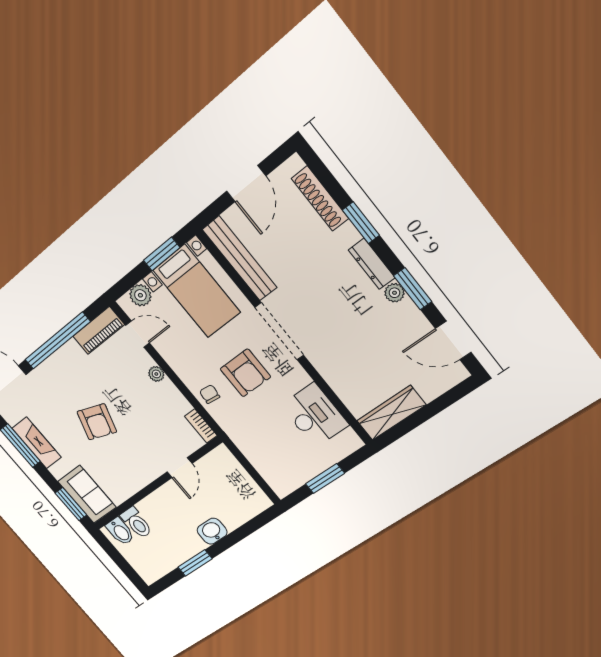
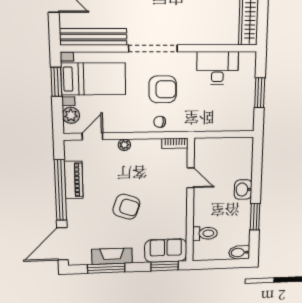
piano: (99, 331) -> (74, 180), moved
bidet: (120, 531) -> (239, 252), moved, turned 180

